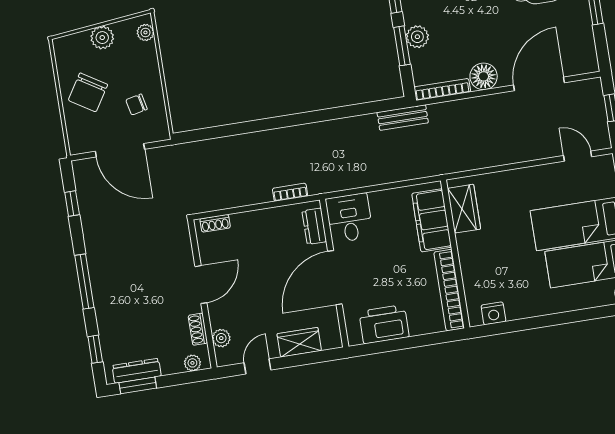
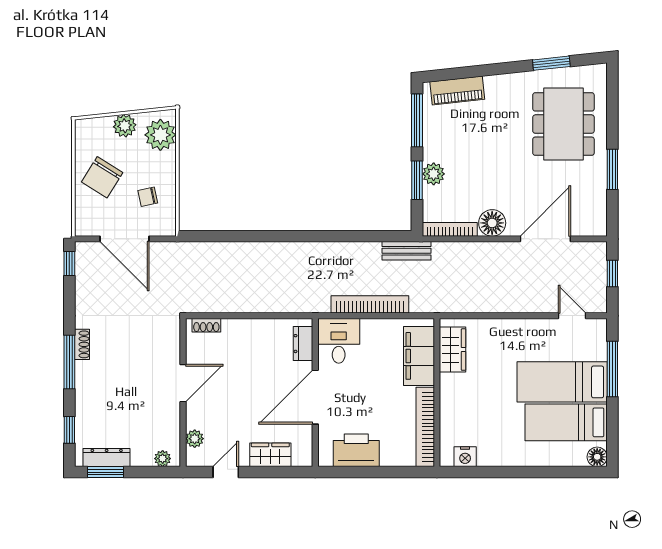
plant: (145, 32) -> (160, 135), width x1.88, depth x1.88
bookcase: (290, 192) -> (370, 304), moved, width x2.31, depth x1.31
window: (72, 204) -> (69, 263), moved
shoe rack: (198, 329) -> (82, 344), moved, turned 180

